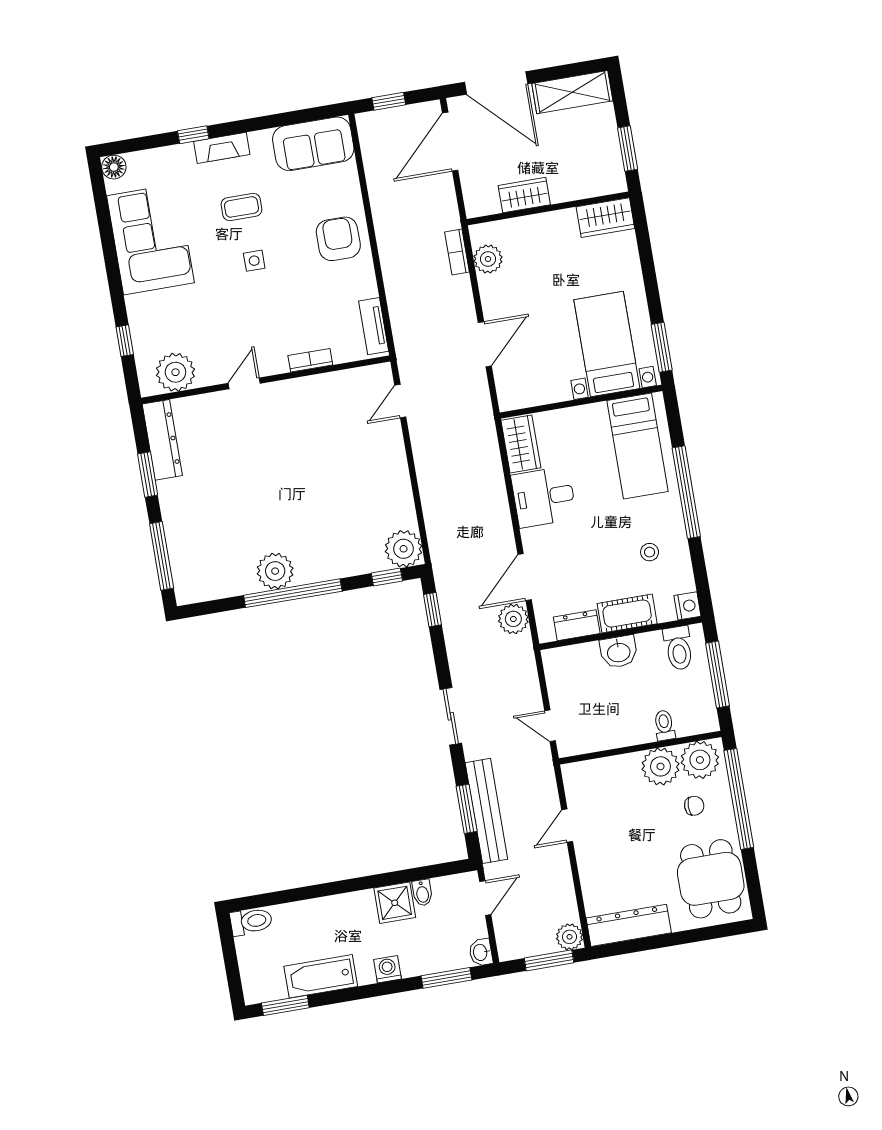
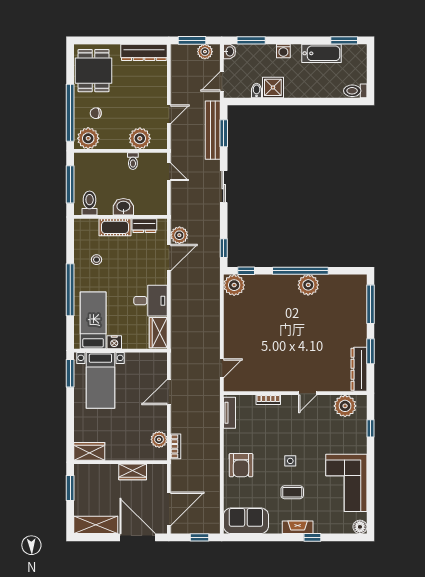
nightstand: (687, 606) -> (114, 342), moved, turned -90
toilet: (664, 725) -> (133, 161), moved
plant: (660, 766) -> (140, 138), moved
plant: (570, 937) -> (205, 52), moved

